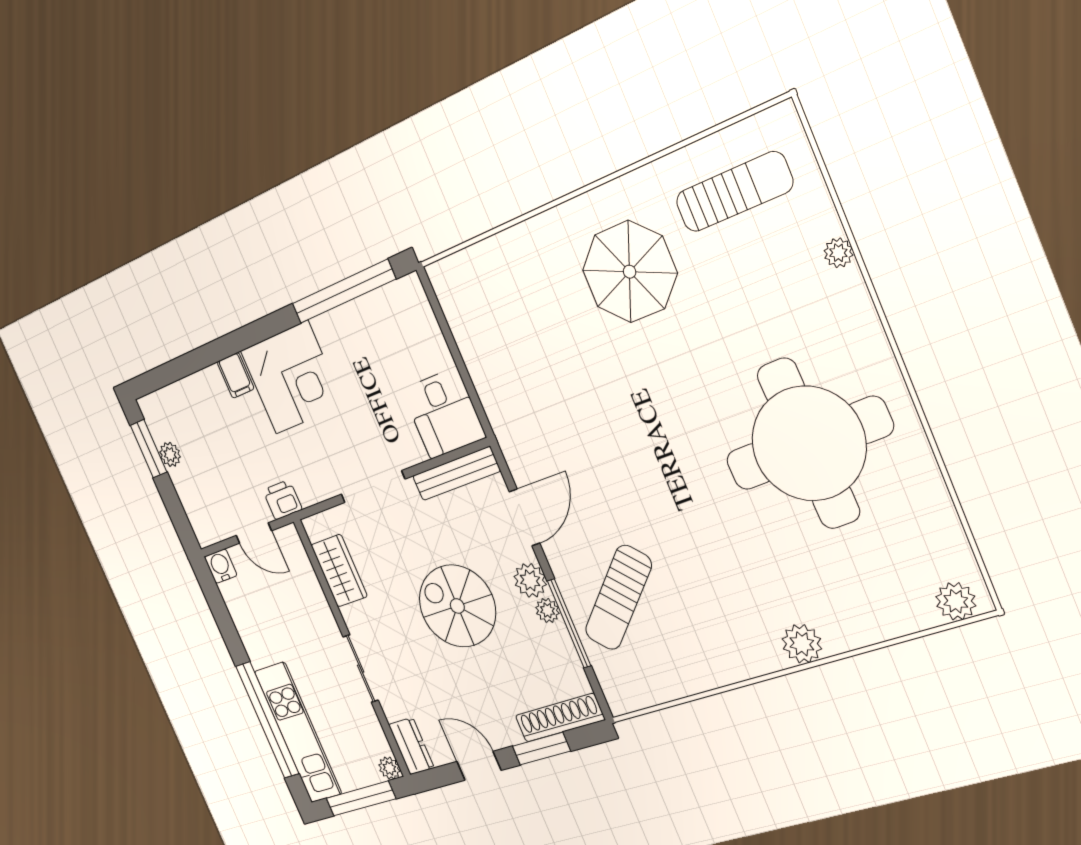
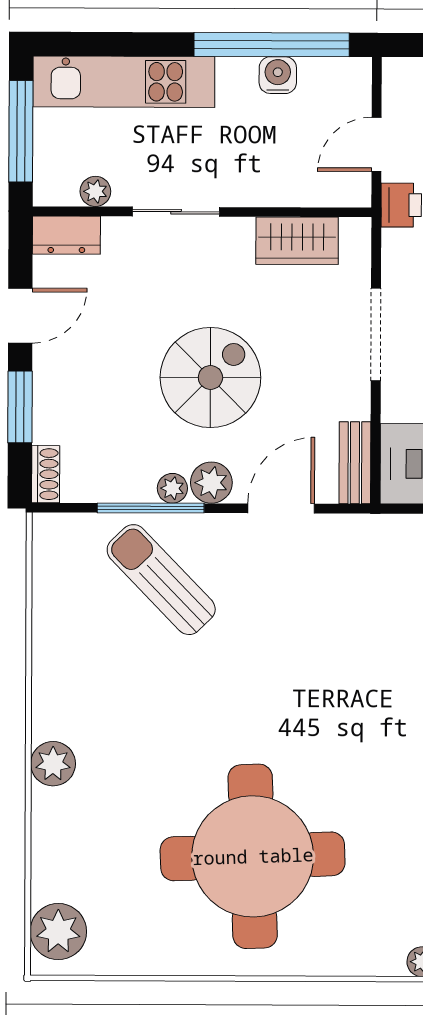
bench: (456, 474) -> (355, 463), width x0.73
door: (525, 517) -> (281, 508), swing flipped
water cooler: (221, 566) -> (278, 75), moved, turned -90
plant: (956, 601) -> (58, 932), width x1.36, depth x1.36
shoe rack: (560, 718) -> (46, 474), width x0.51, depth x0.81
window: (267, 720) -> (272, 45), moved
plant: (389, 768) -> (95, 191), moved

